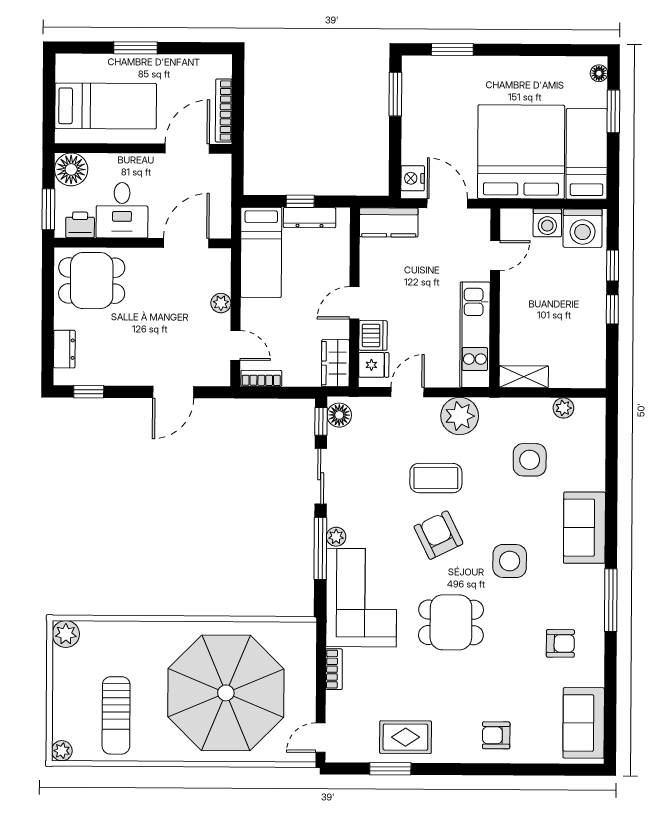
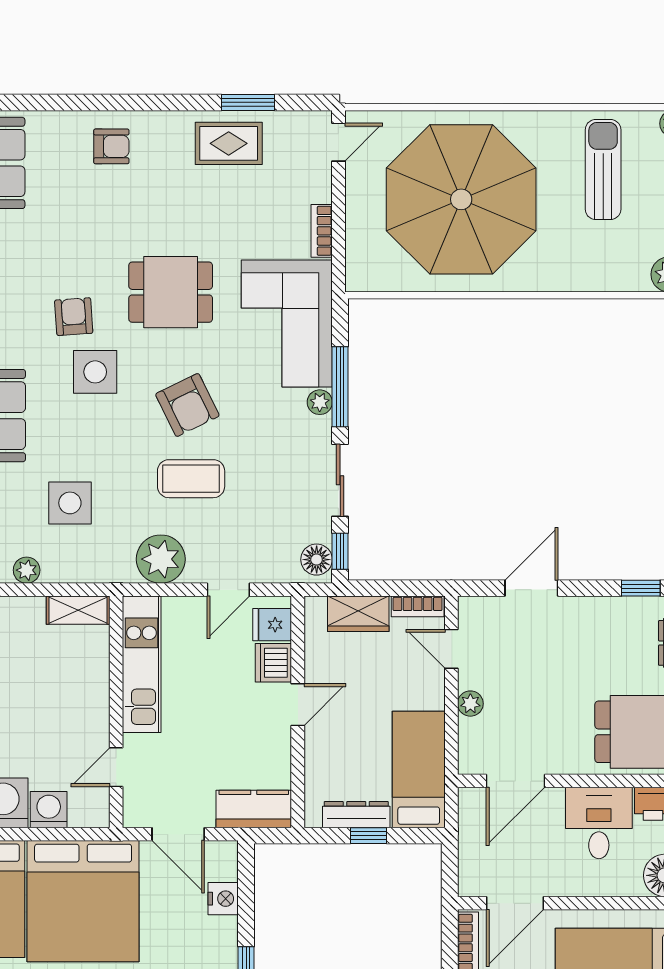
nightstand: (413, 178) -> (223, 899), moved
wardrobe: (335, 363) -> (358, 614), moved, turned 90
armchair: (560, 643) -> (74, 317), moved, turned 86

